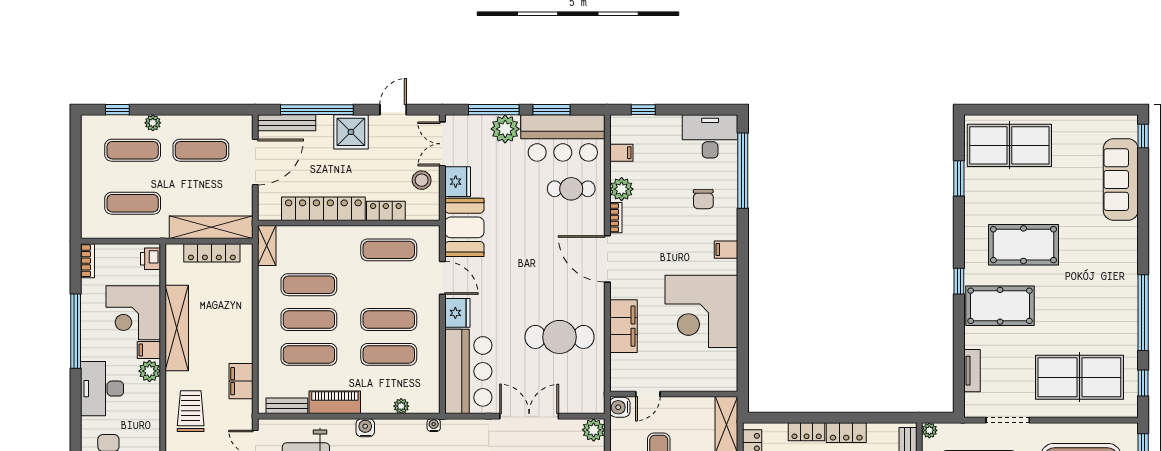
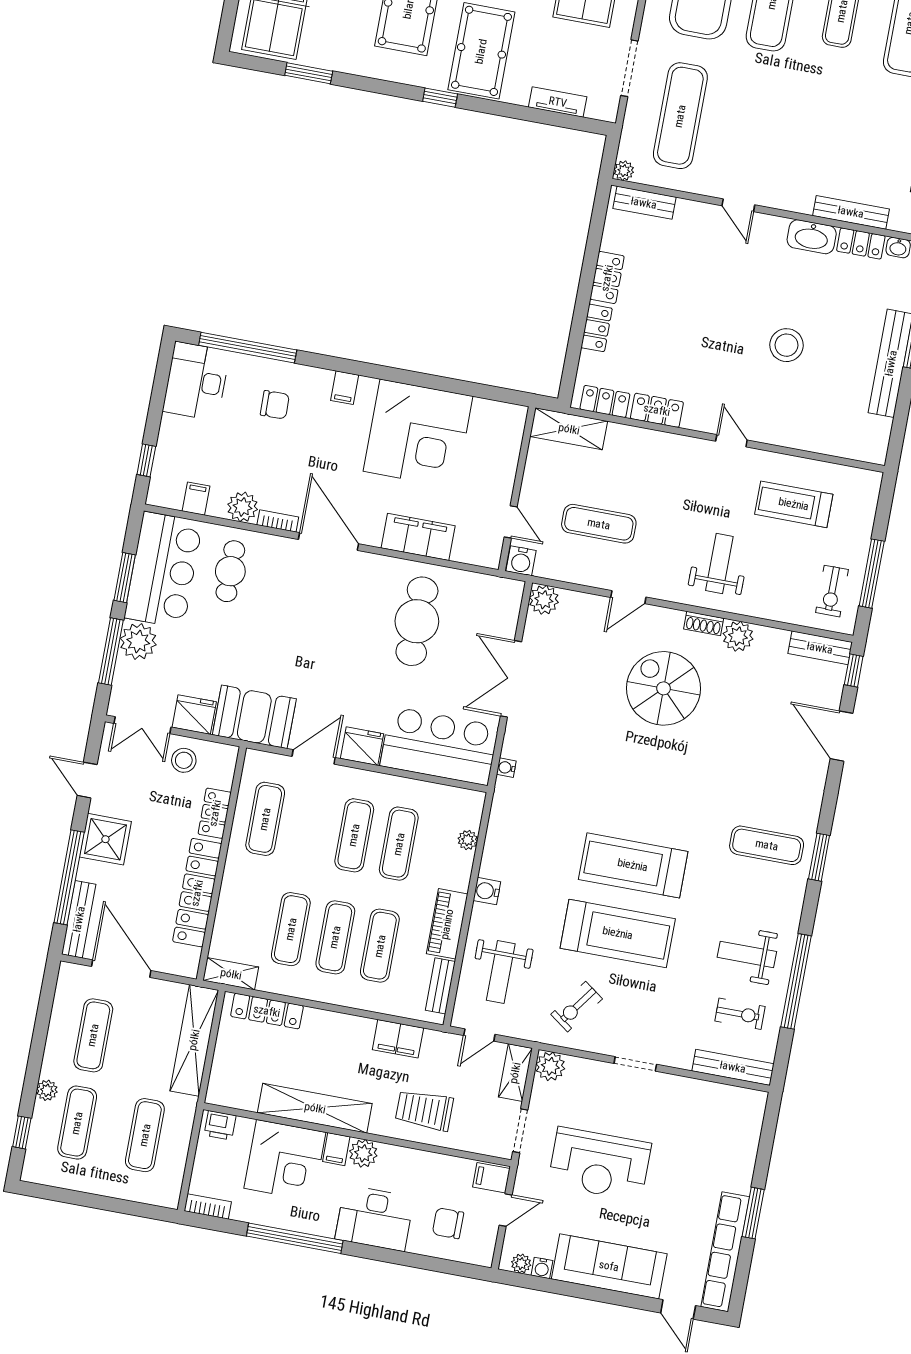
locker: (212, 253) -> (267, 1011), moved, turned 90
door: (607, 259) -> (329, 542), swing flipped
water cooler: (434, 425) -> (506, 768), moved

